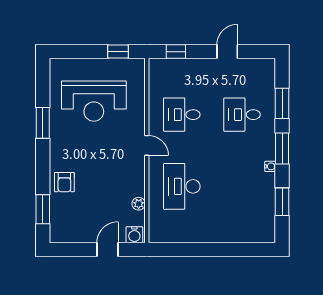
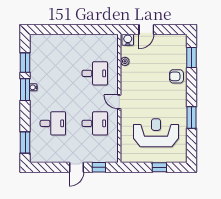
window: (118, 52) -> (159, 167), moved
door: (227, 52) -> (77, 167), moved
window: (282, 103) -> (25, 143), moved
window: (282, 148) -> (25, 90), moved
armchair: (64, 182) -> (176, 76), turned -90
desk: (182, 186) -> (95, 73), width x0.73

